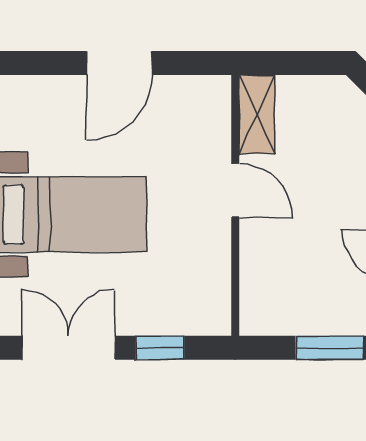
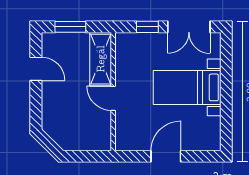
shelving: (257, 114) -> (101, 59), moved, width x1.50, depth x1.33

